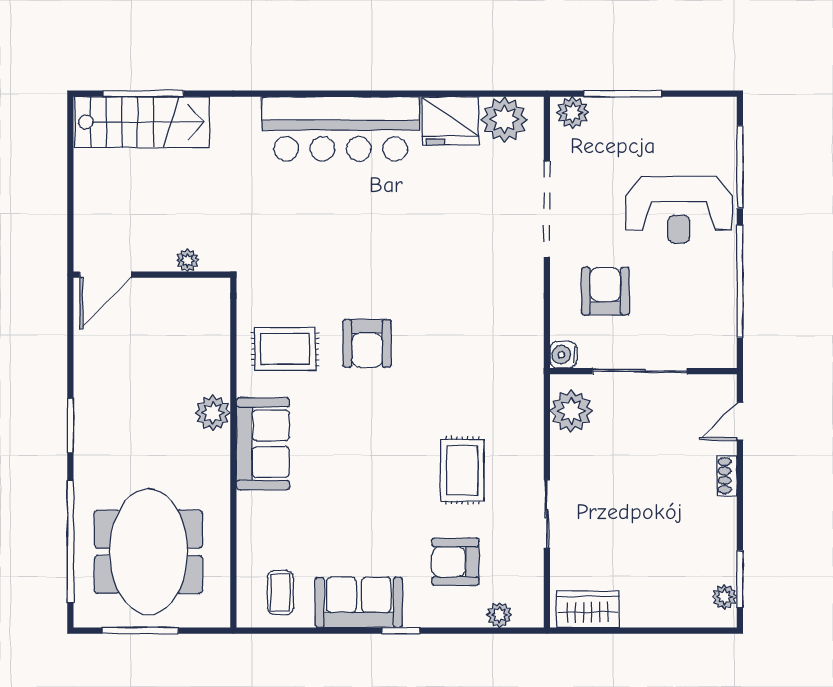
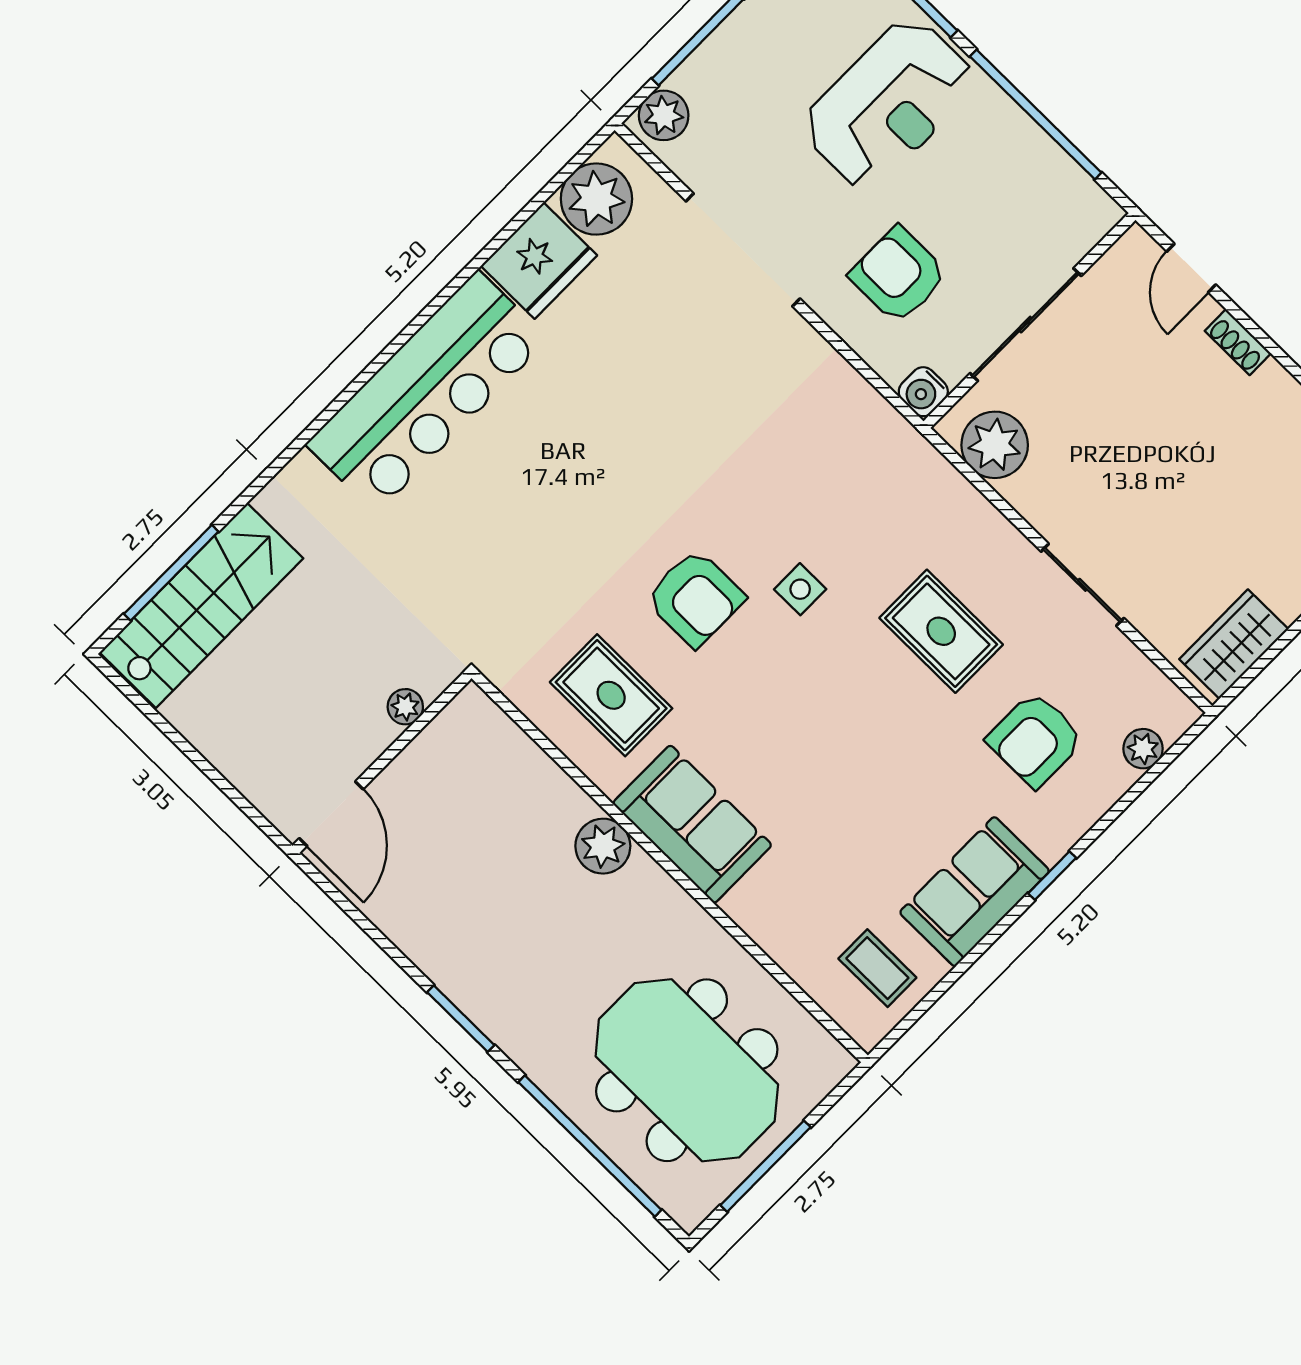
rug: (285, 349) -> (611, 695), turned 90
side table: (418, 387) -> (800, 589), added

